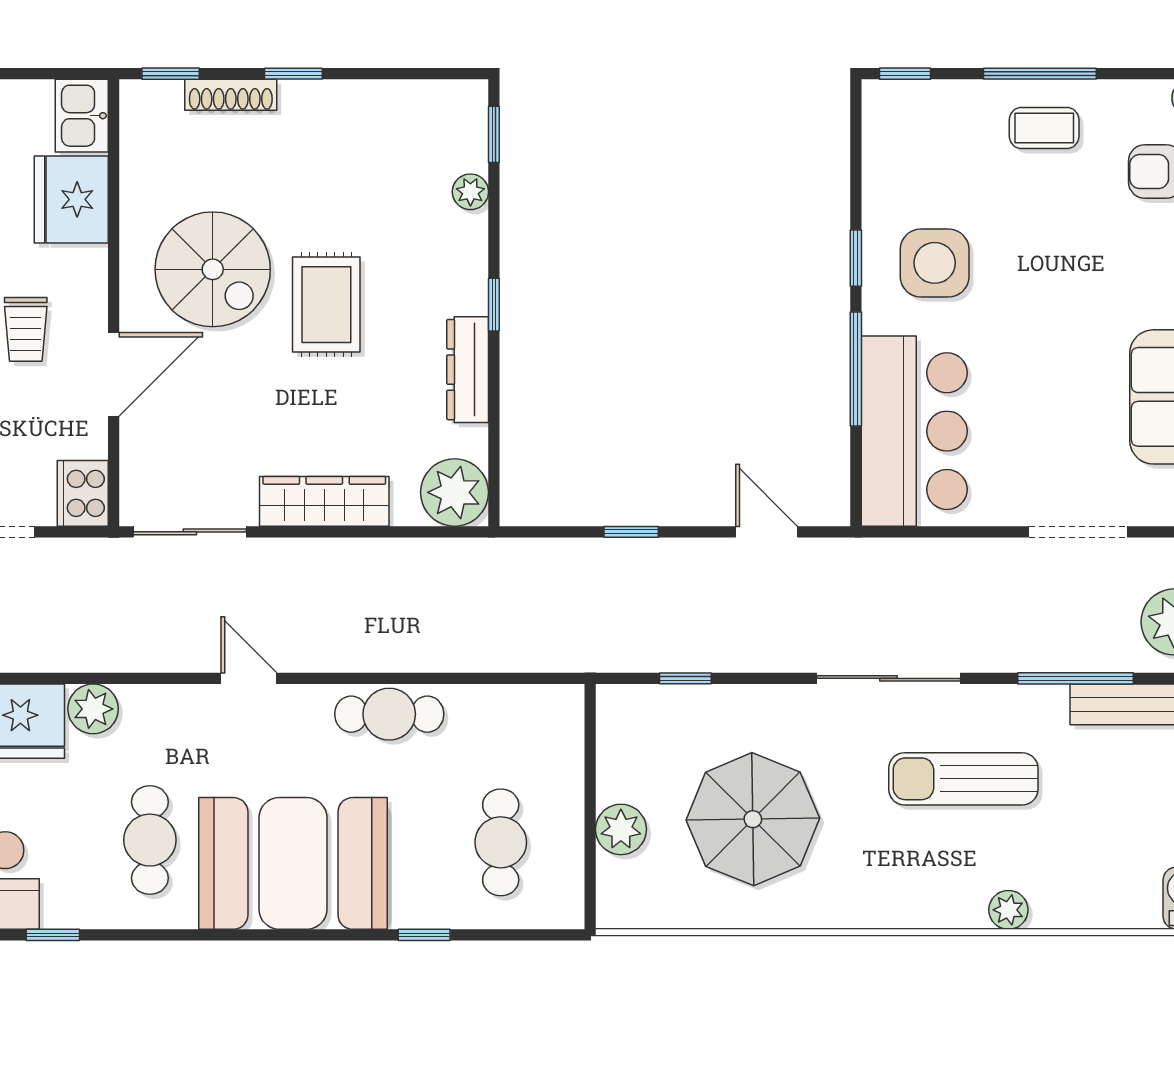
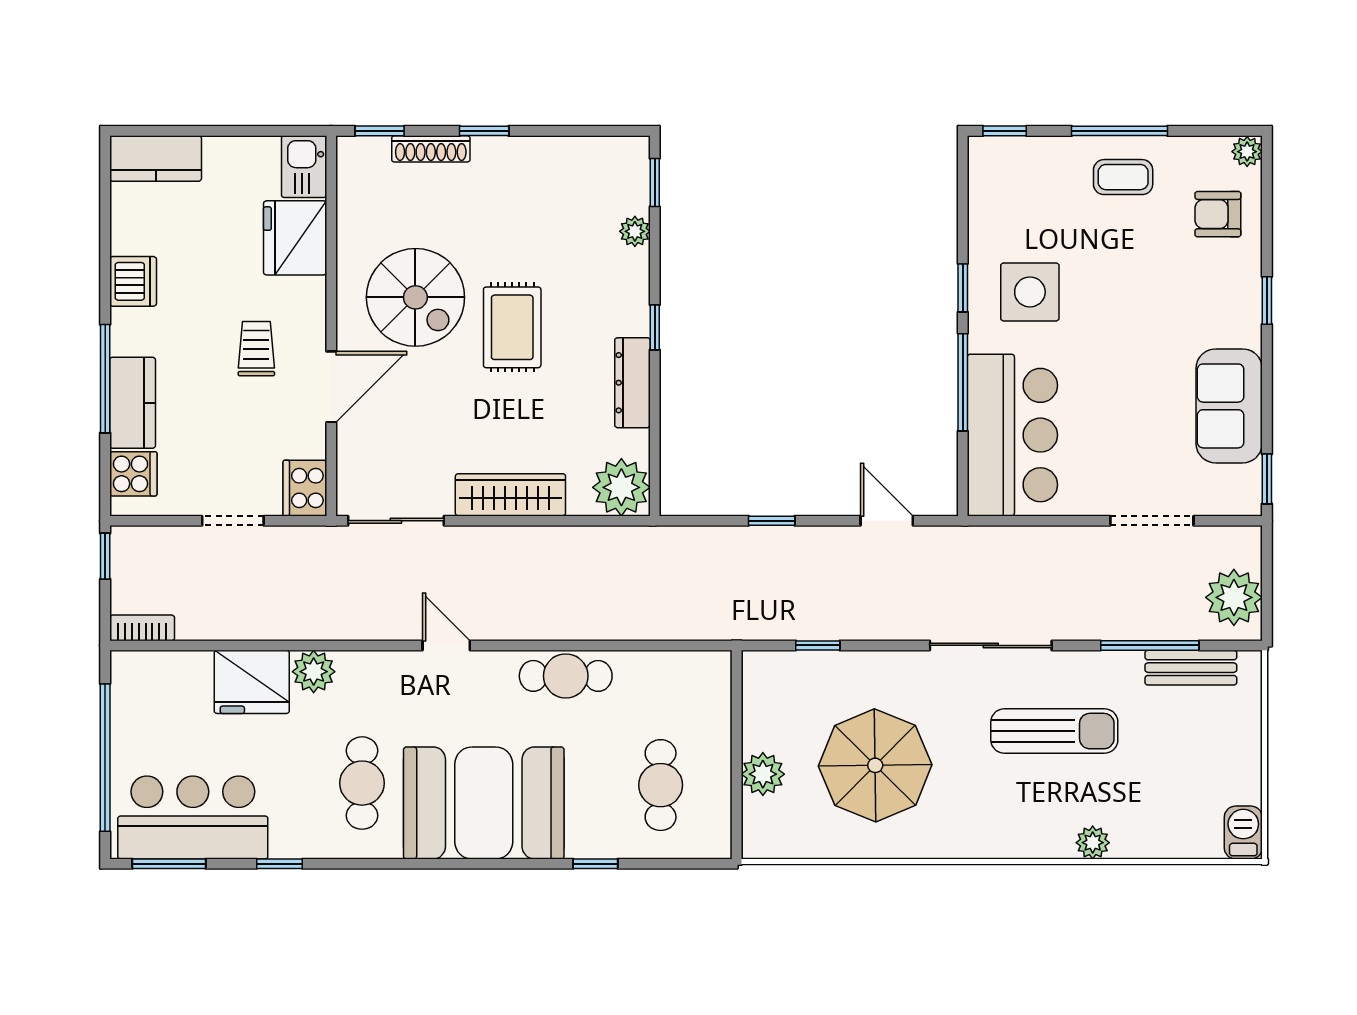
trolley: (26, 329) -> (256, 349), turned 180
sun lounger: (963, 779) -> (1054, 731), turned 180

